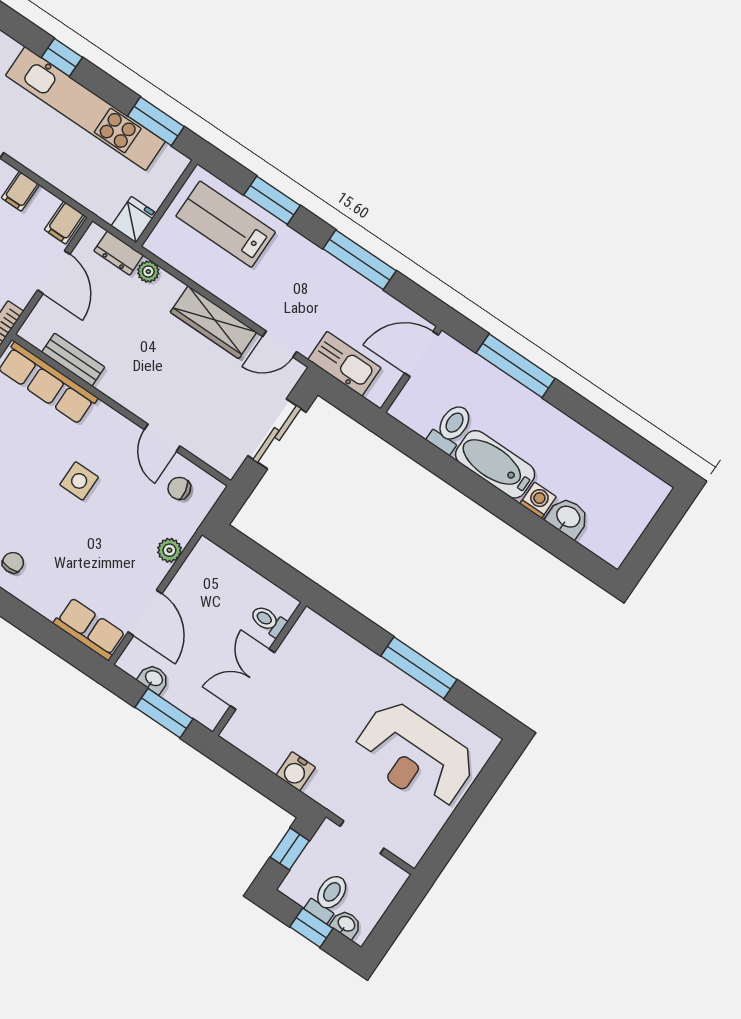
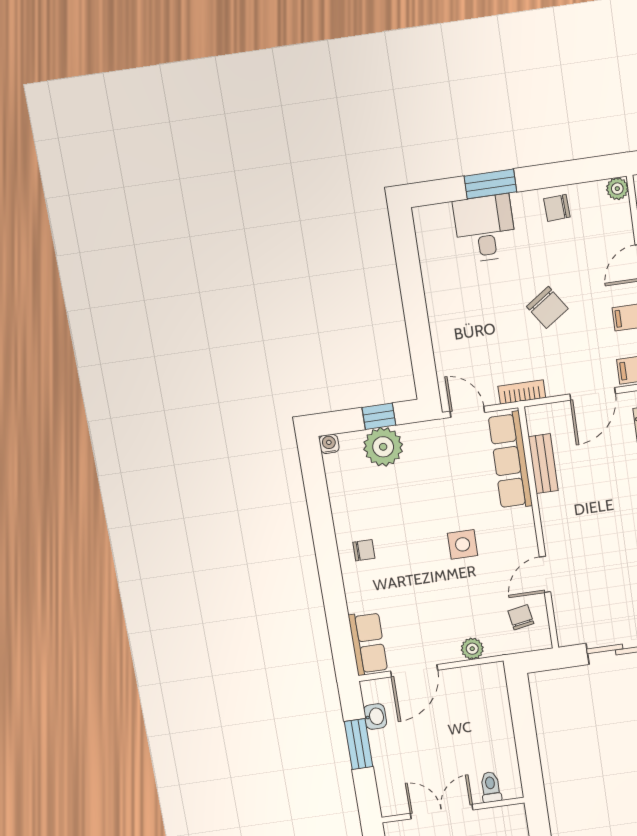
toilet: (268, 621) -> (491, 787), moved
wall: (260, 669) -> (453, 810), moved
double door: (252, 679) -> (442, 812), moved

